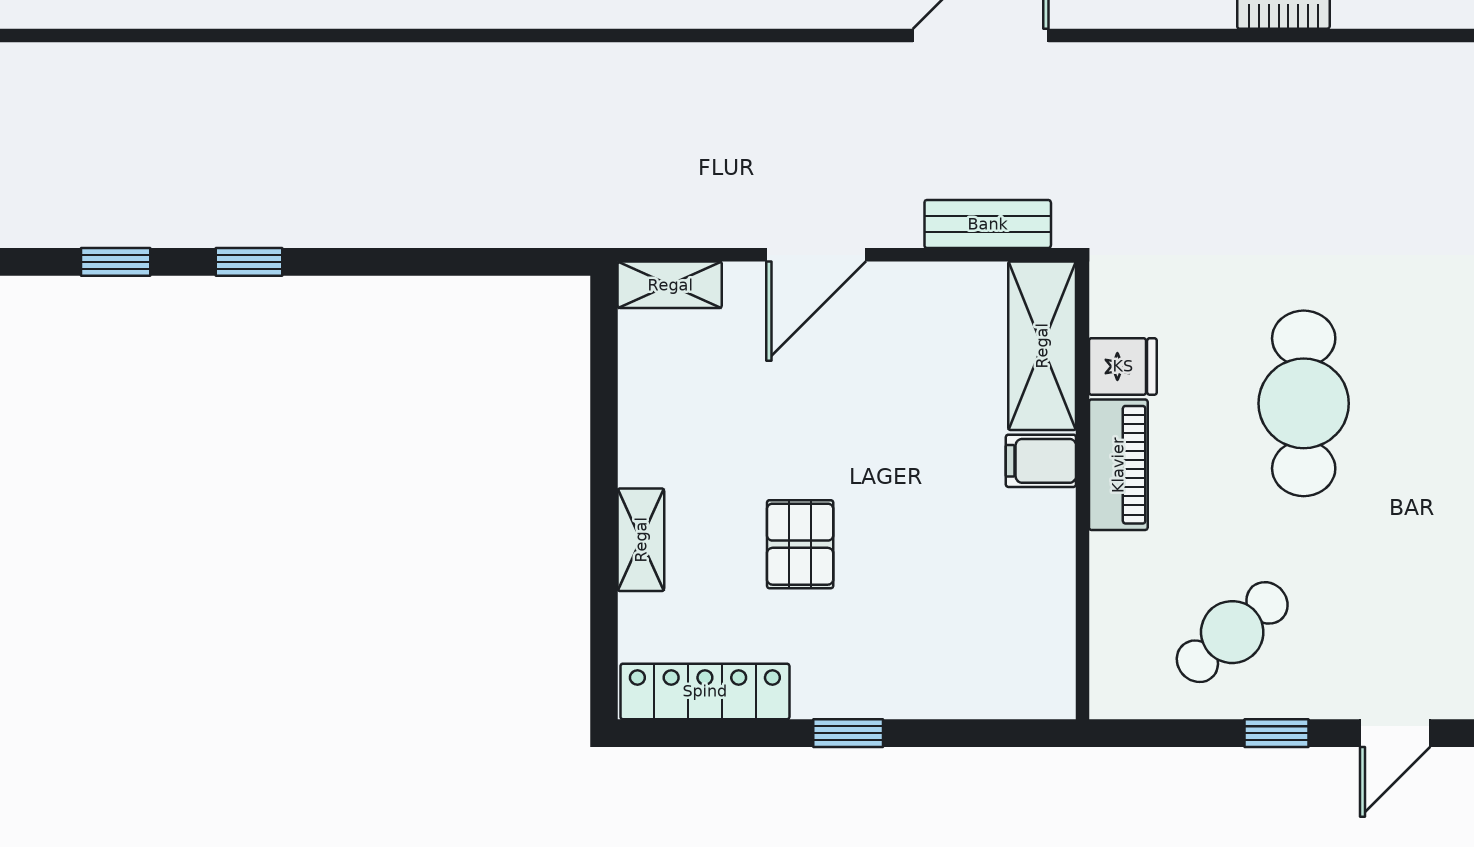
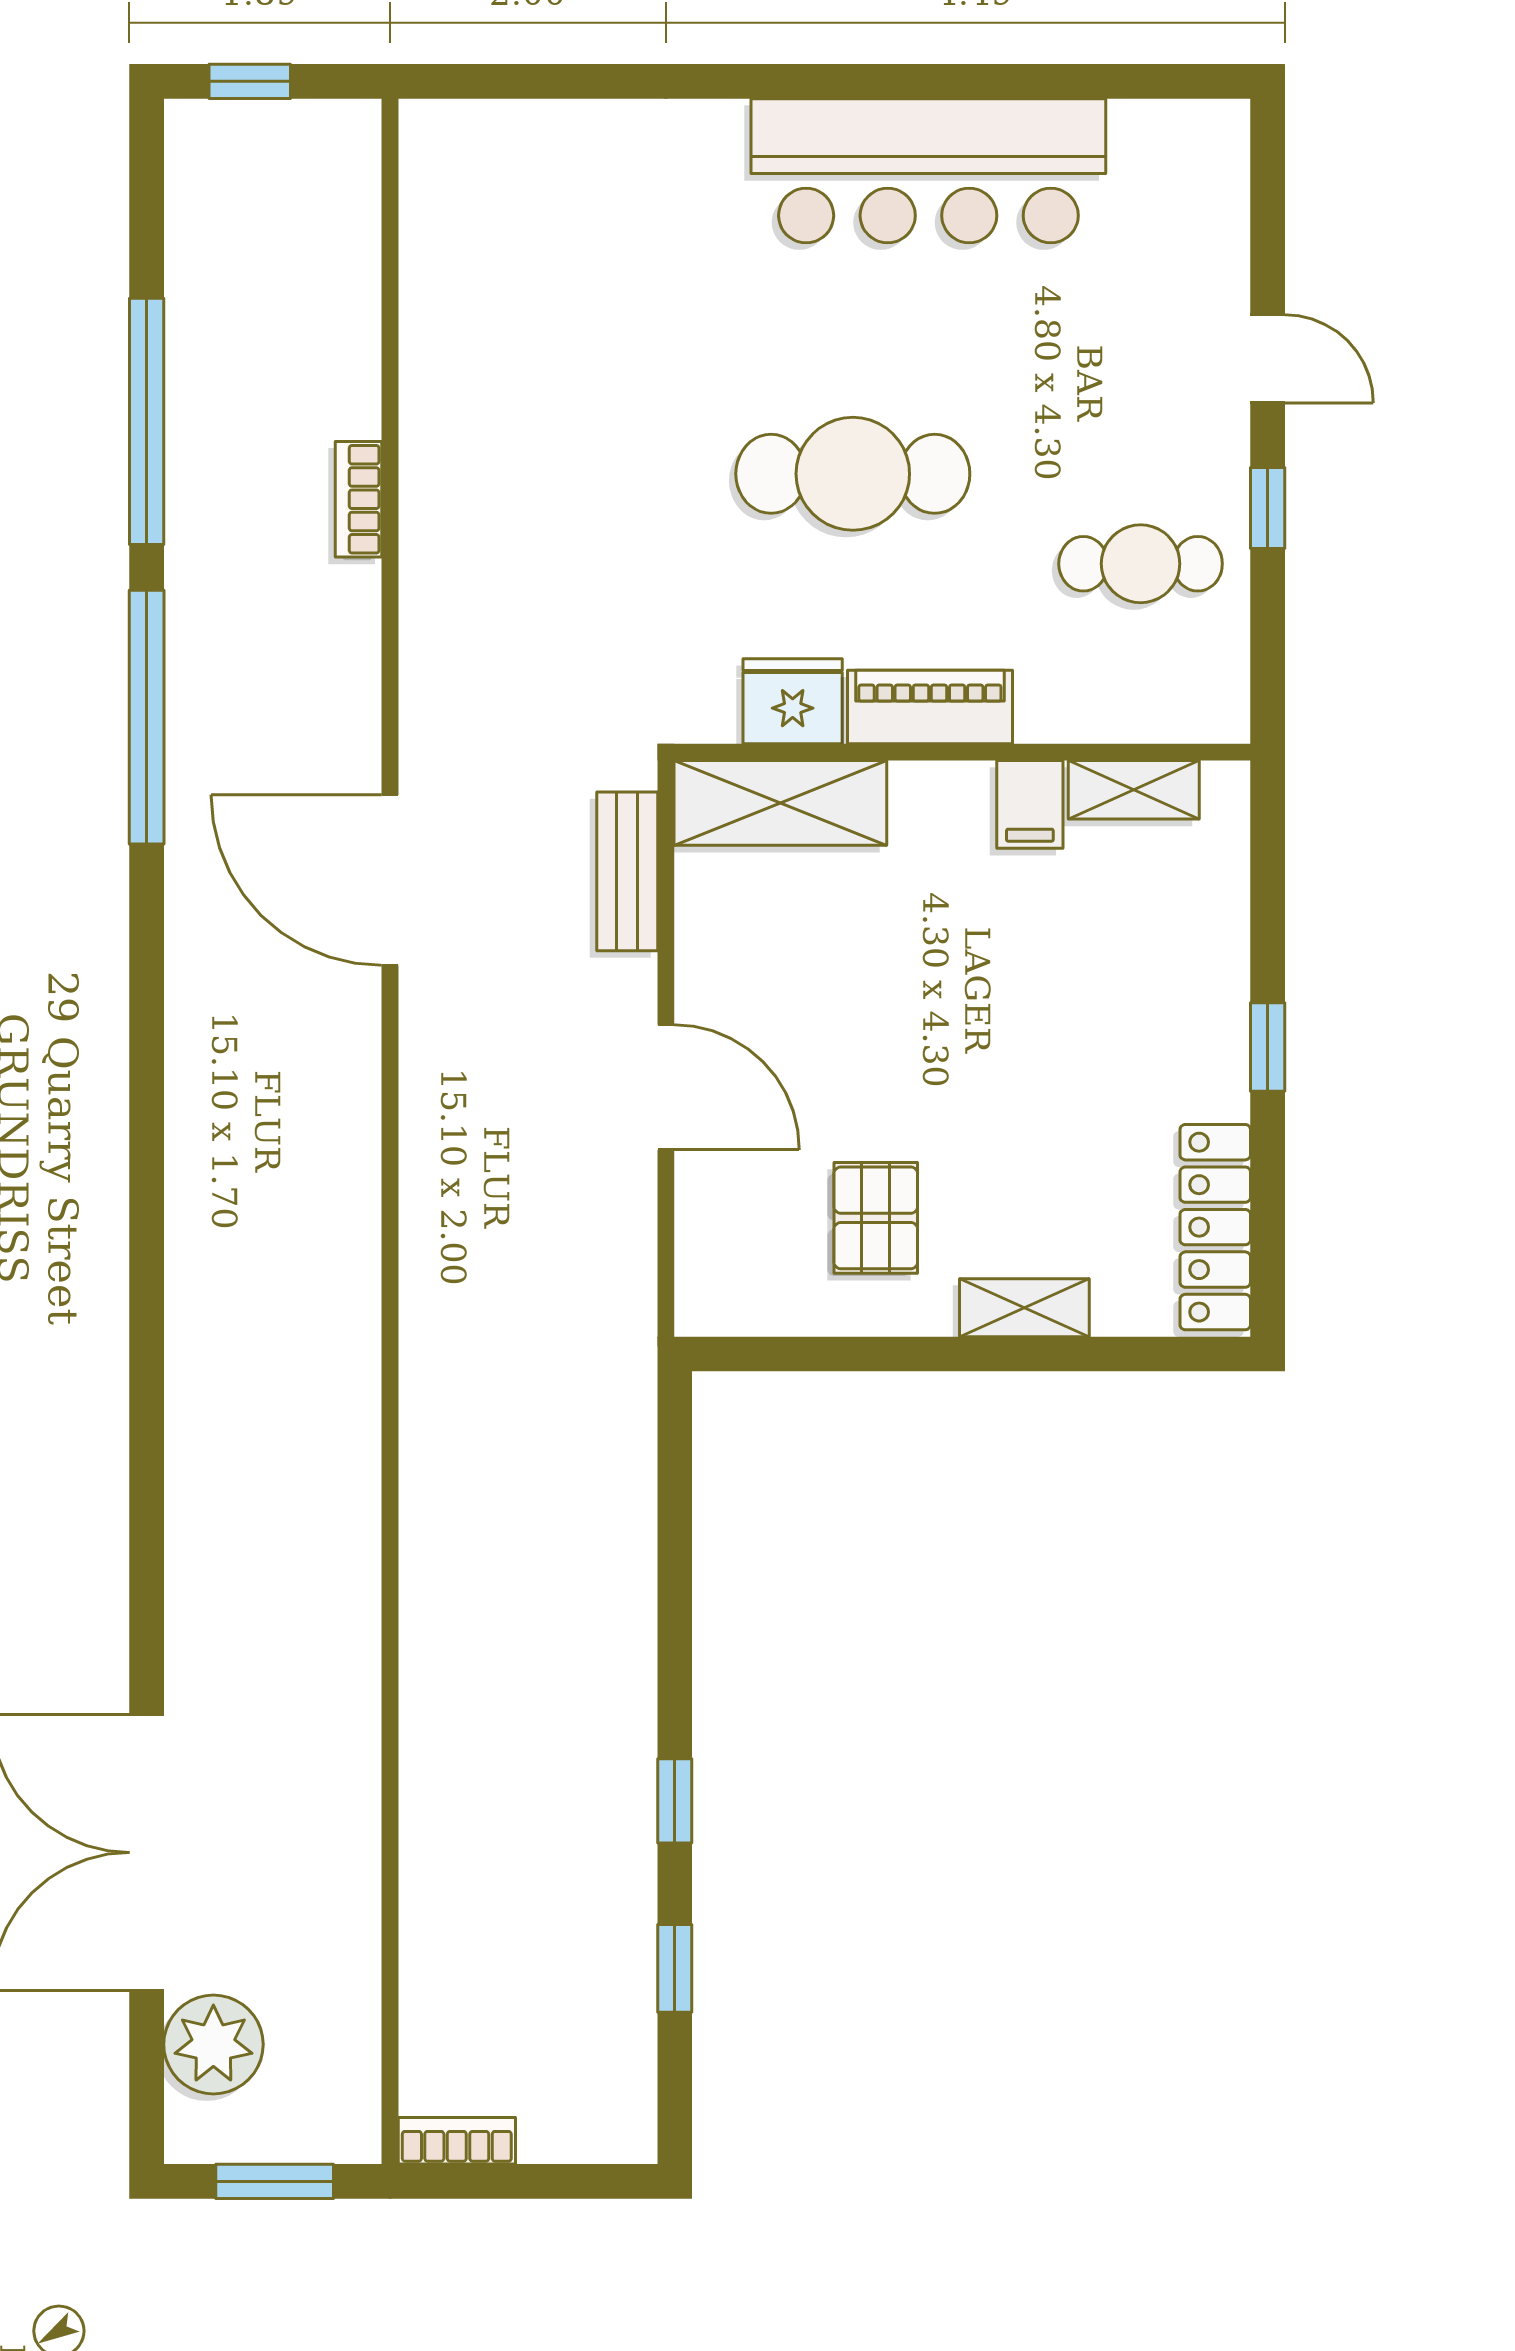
shelving: (670, 285) -> (1134, 790), moved, turned 90
fridge: (1123, 366) -> (793, 701), width x1.38
filing cabinet: (1041, 461) -> (1030, 804), moved
pallet: (800, 544) -> (876, 1218), moved, turned 90
cafe table: (1232, 632) -> (1141, 564), turned -50

